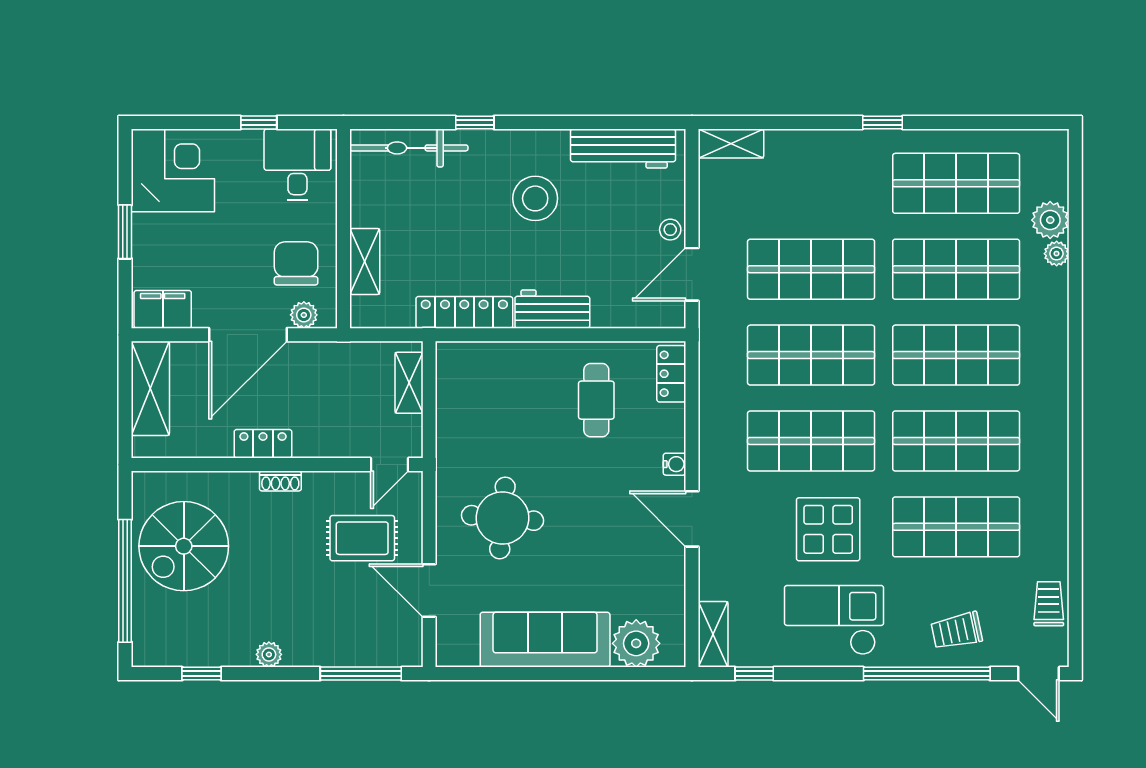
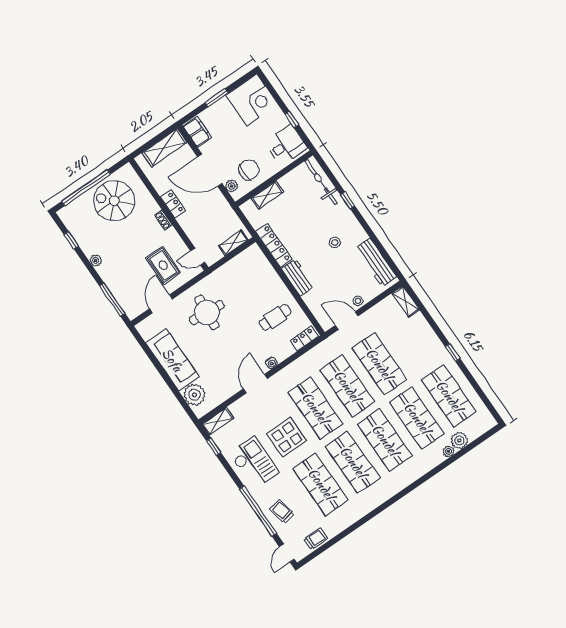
stool: (535, 198) -> (335, 242), width x0.53, depth x0.53

